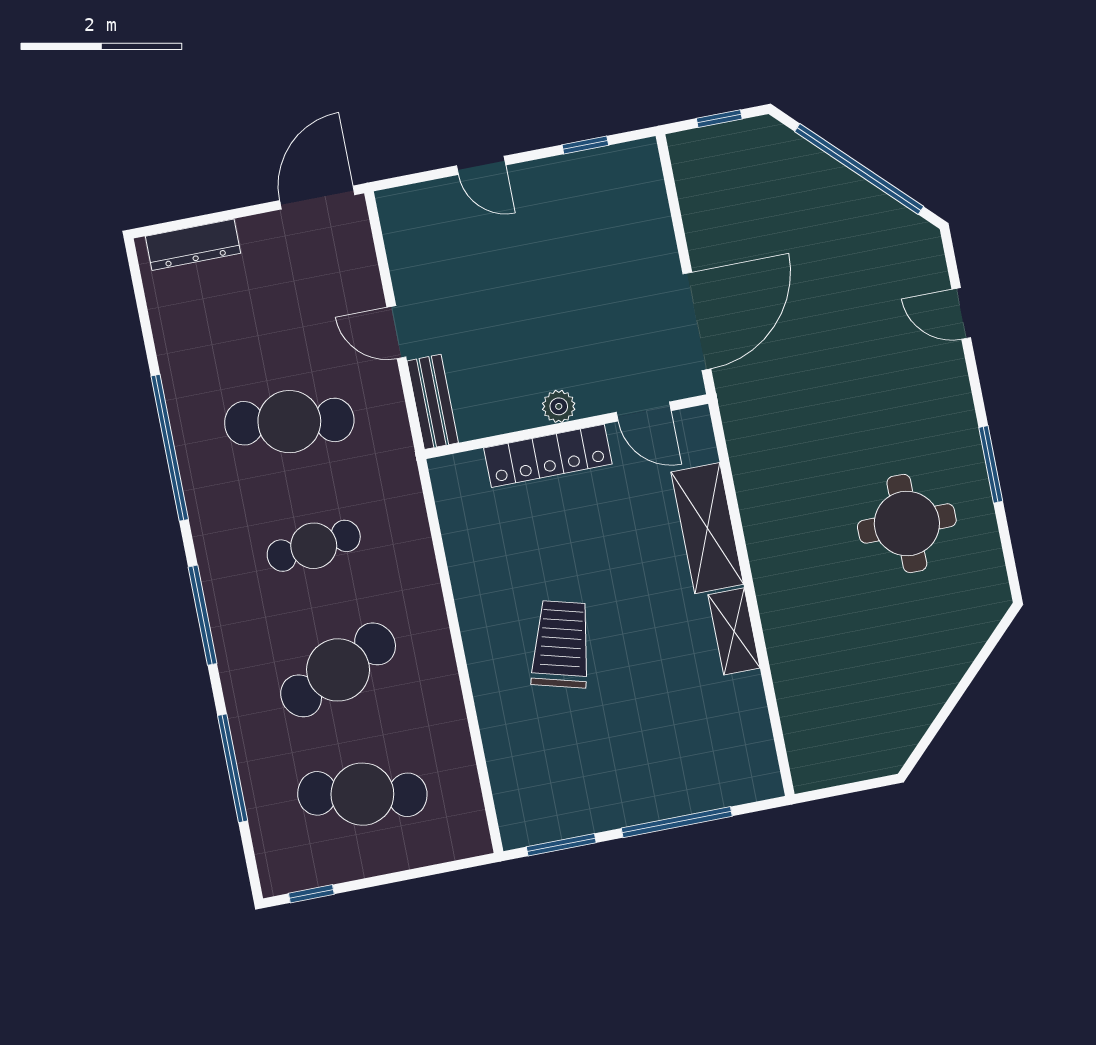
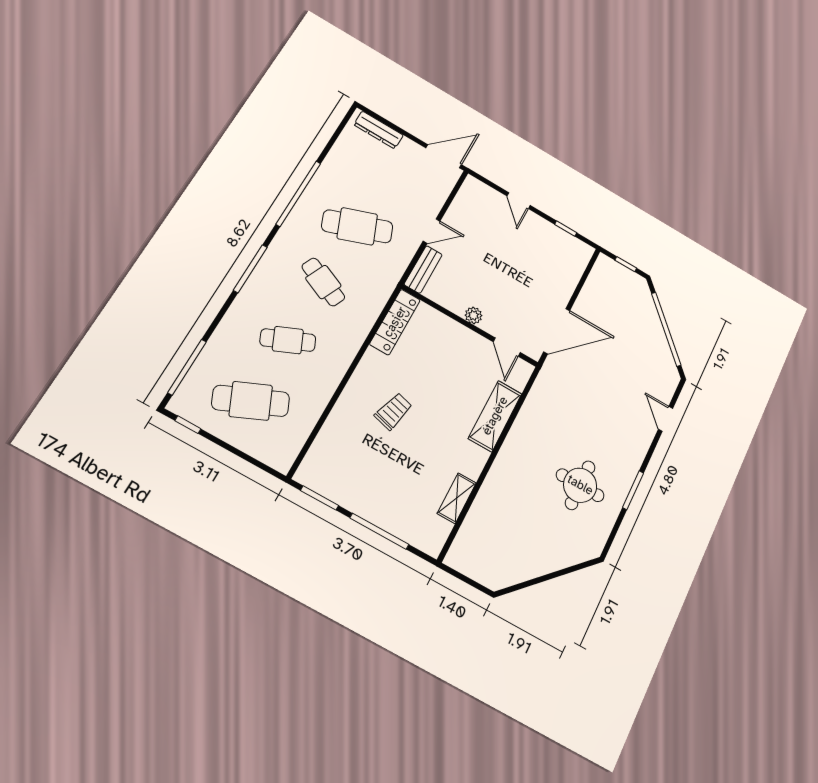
door: (396, 332) -> (432, 231), swing flipped
cafe table: (289, 422) -> (357, 226), turned -30
locker: (548, 456) -> (395, 322), moved, turned -90
cafe table: (314, 546) -> (323, 282), turned 30
shelving: (734, 631) -> (457, 498), moved
trolley: (561, 644) -> (393, 411), width x0.73, depth x0.72
cafe table: (338, 670) -> (288, 340), width x0.73, depth x0.74
window: (233, 768) -> (187, 367), moved
cafe table: (362, 794) -> (251, 401), turned -36

